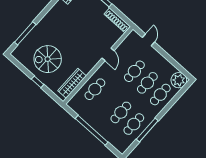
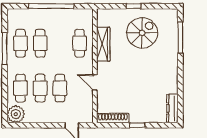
wardrobe: (72, 83) -> (103, 44), moved

